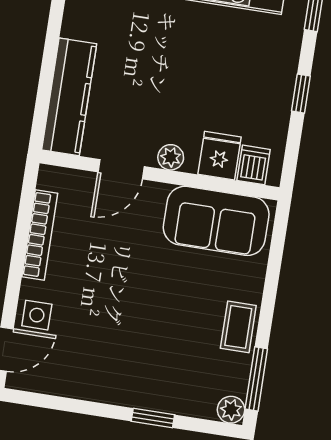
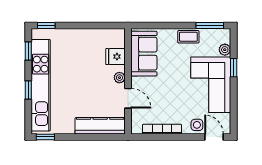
window: (301, 94) -> (83, 25), removed
dishwasher: (254, 165) -> (117, 41), removed
corner sofa: (122, 360) -> (211, 85), added
plant: (231, 410) -> (225, 50), moved

